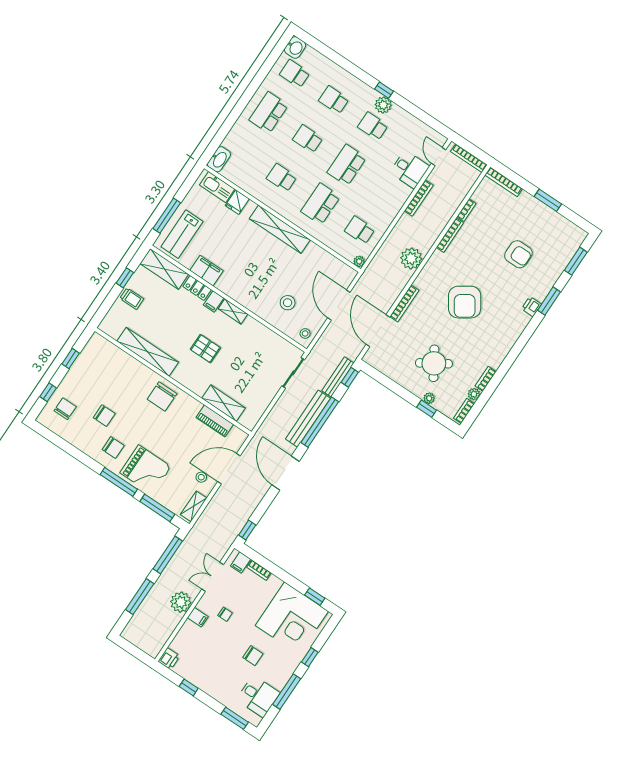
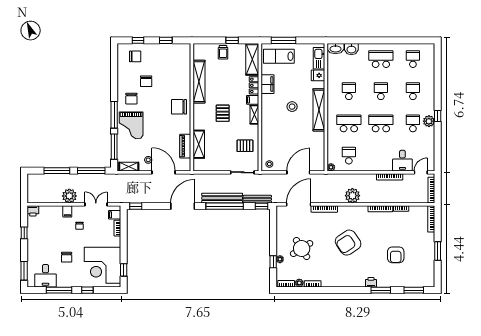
washbasin: (295, 47) -> (351, 49), moved
stool: (288, 303) -> (292, 107), moved
pallet: (263, 348) -> (245, 146), added

